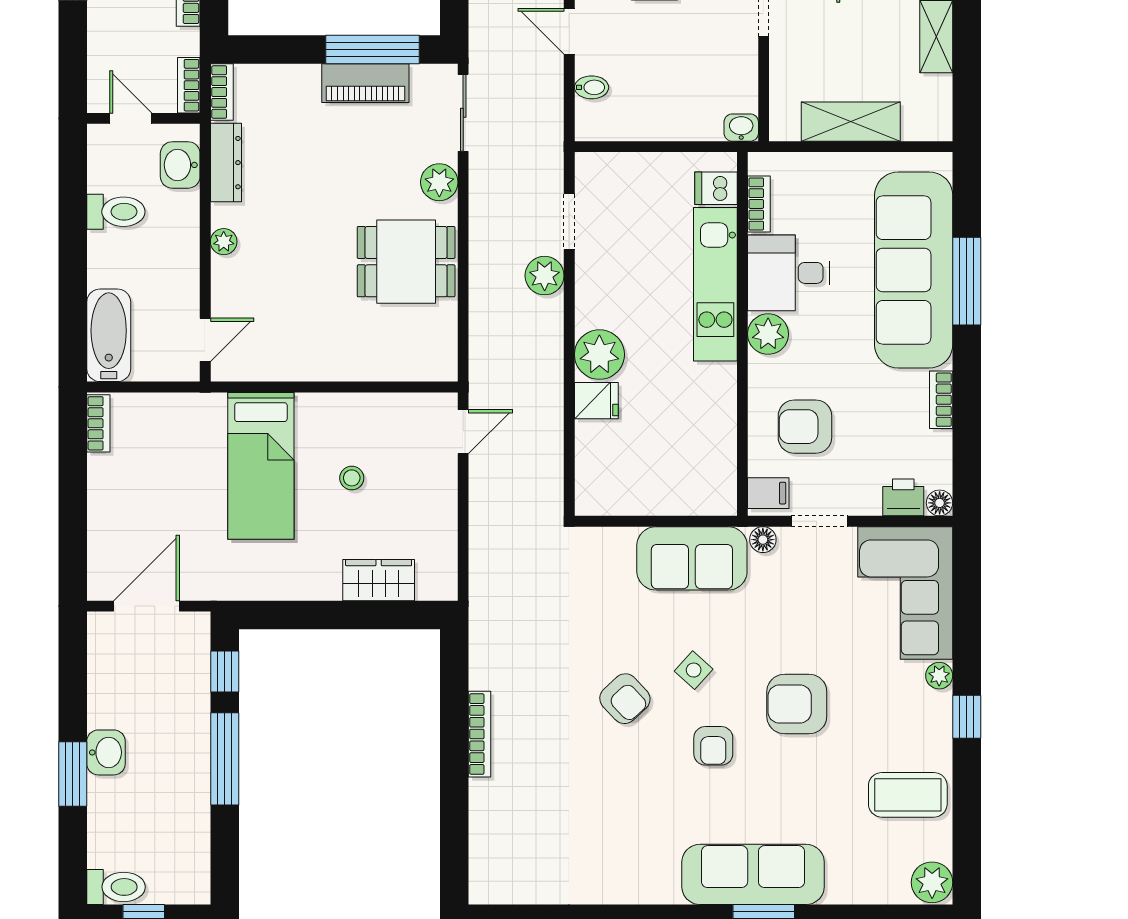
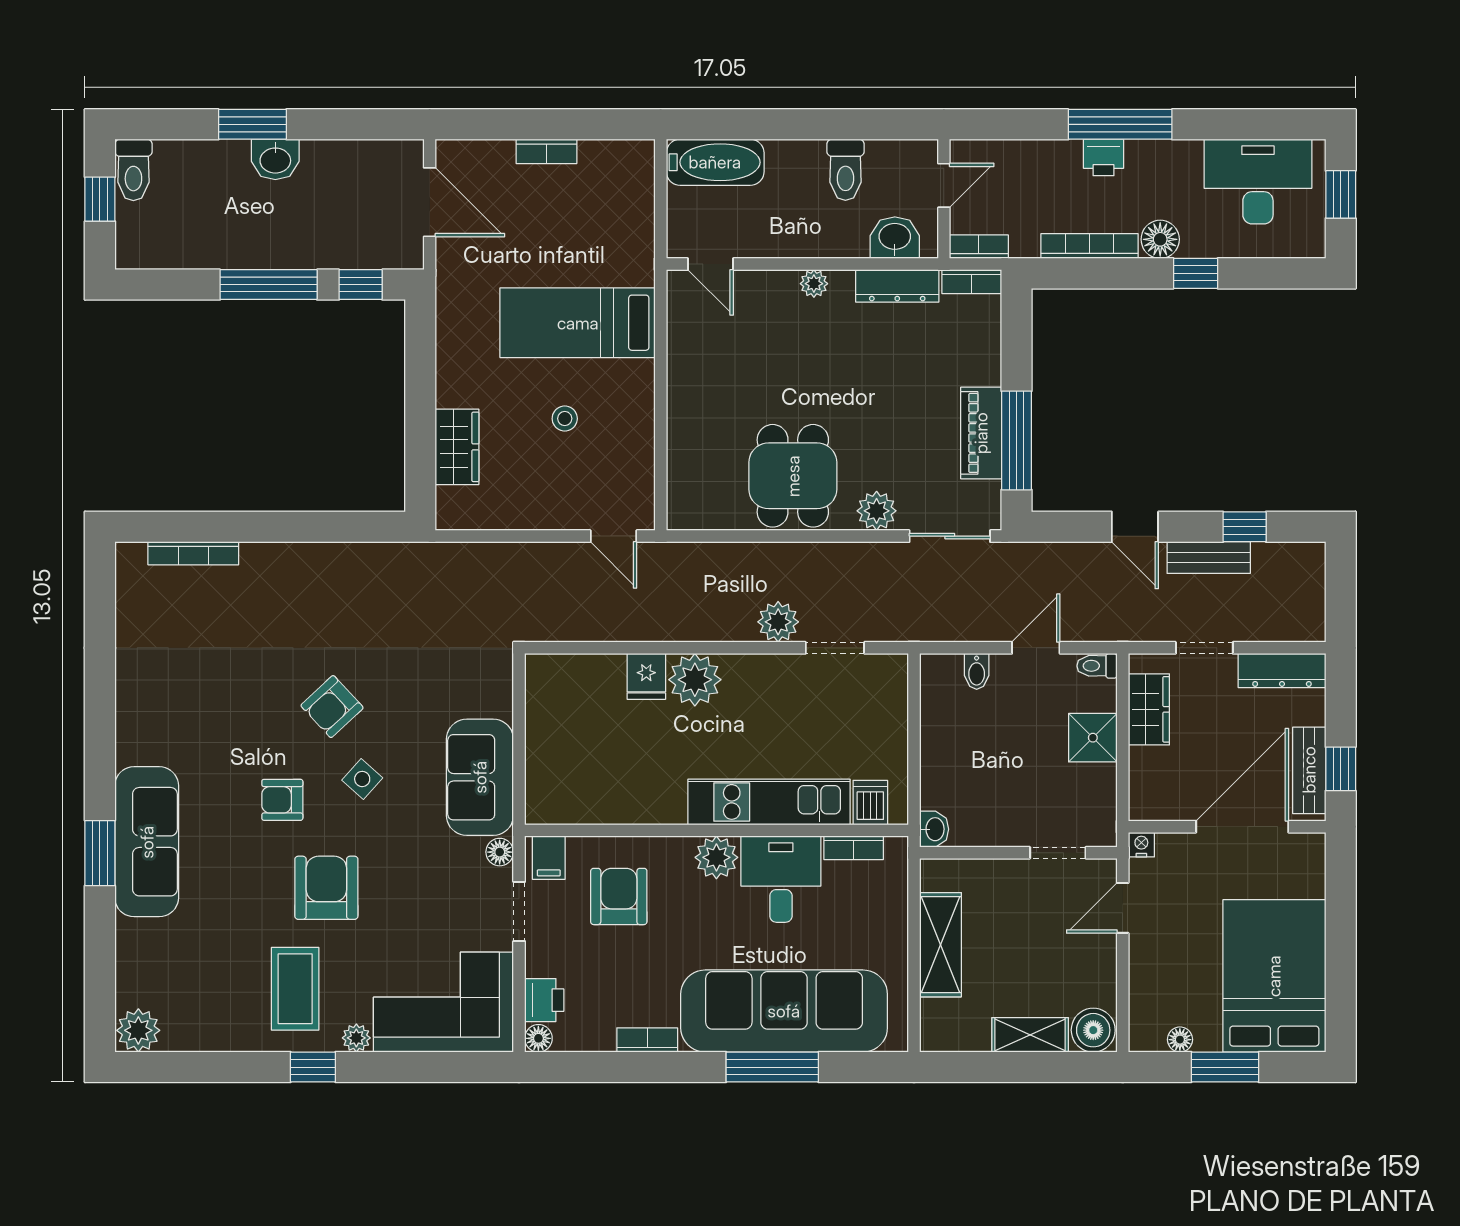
bookcase: (98, 423) -> (546, 151), moved
bookcase: (479, 734) -> (193, 553), moved
coffee table: (908, 795) -> (295, 989), moved

